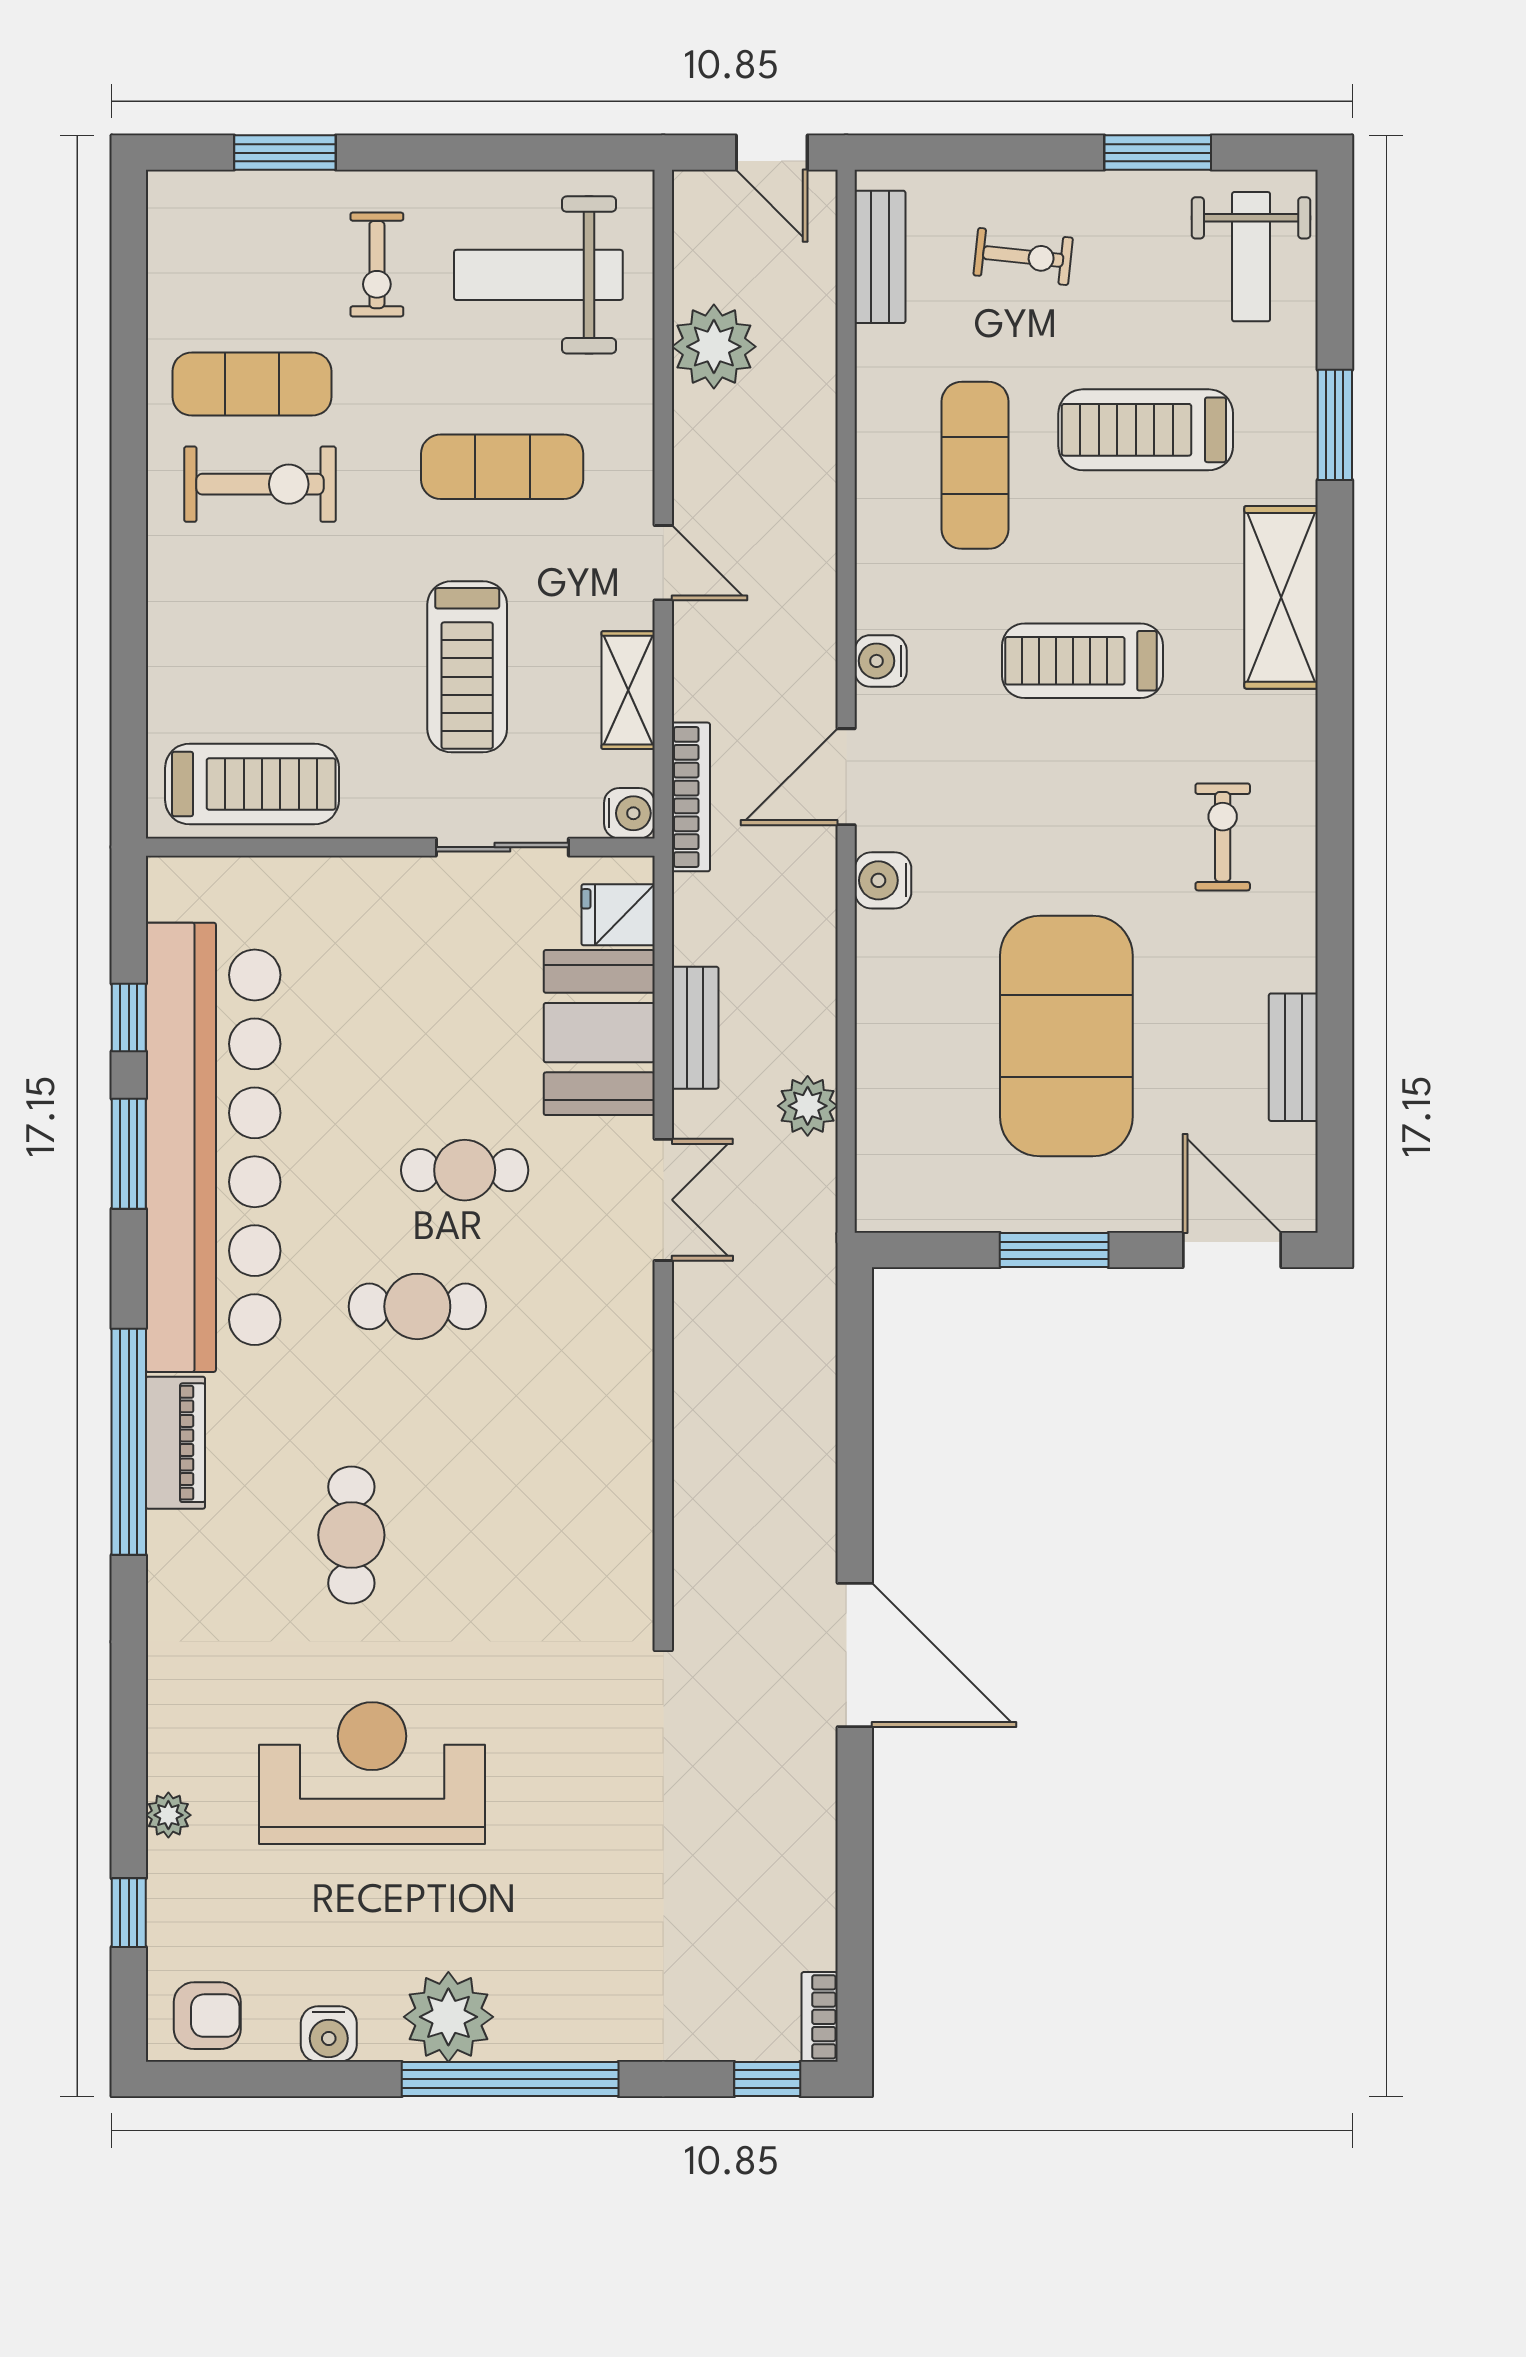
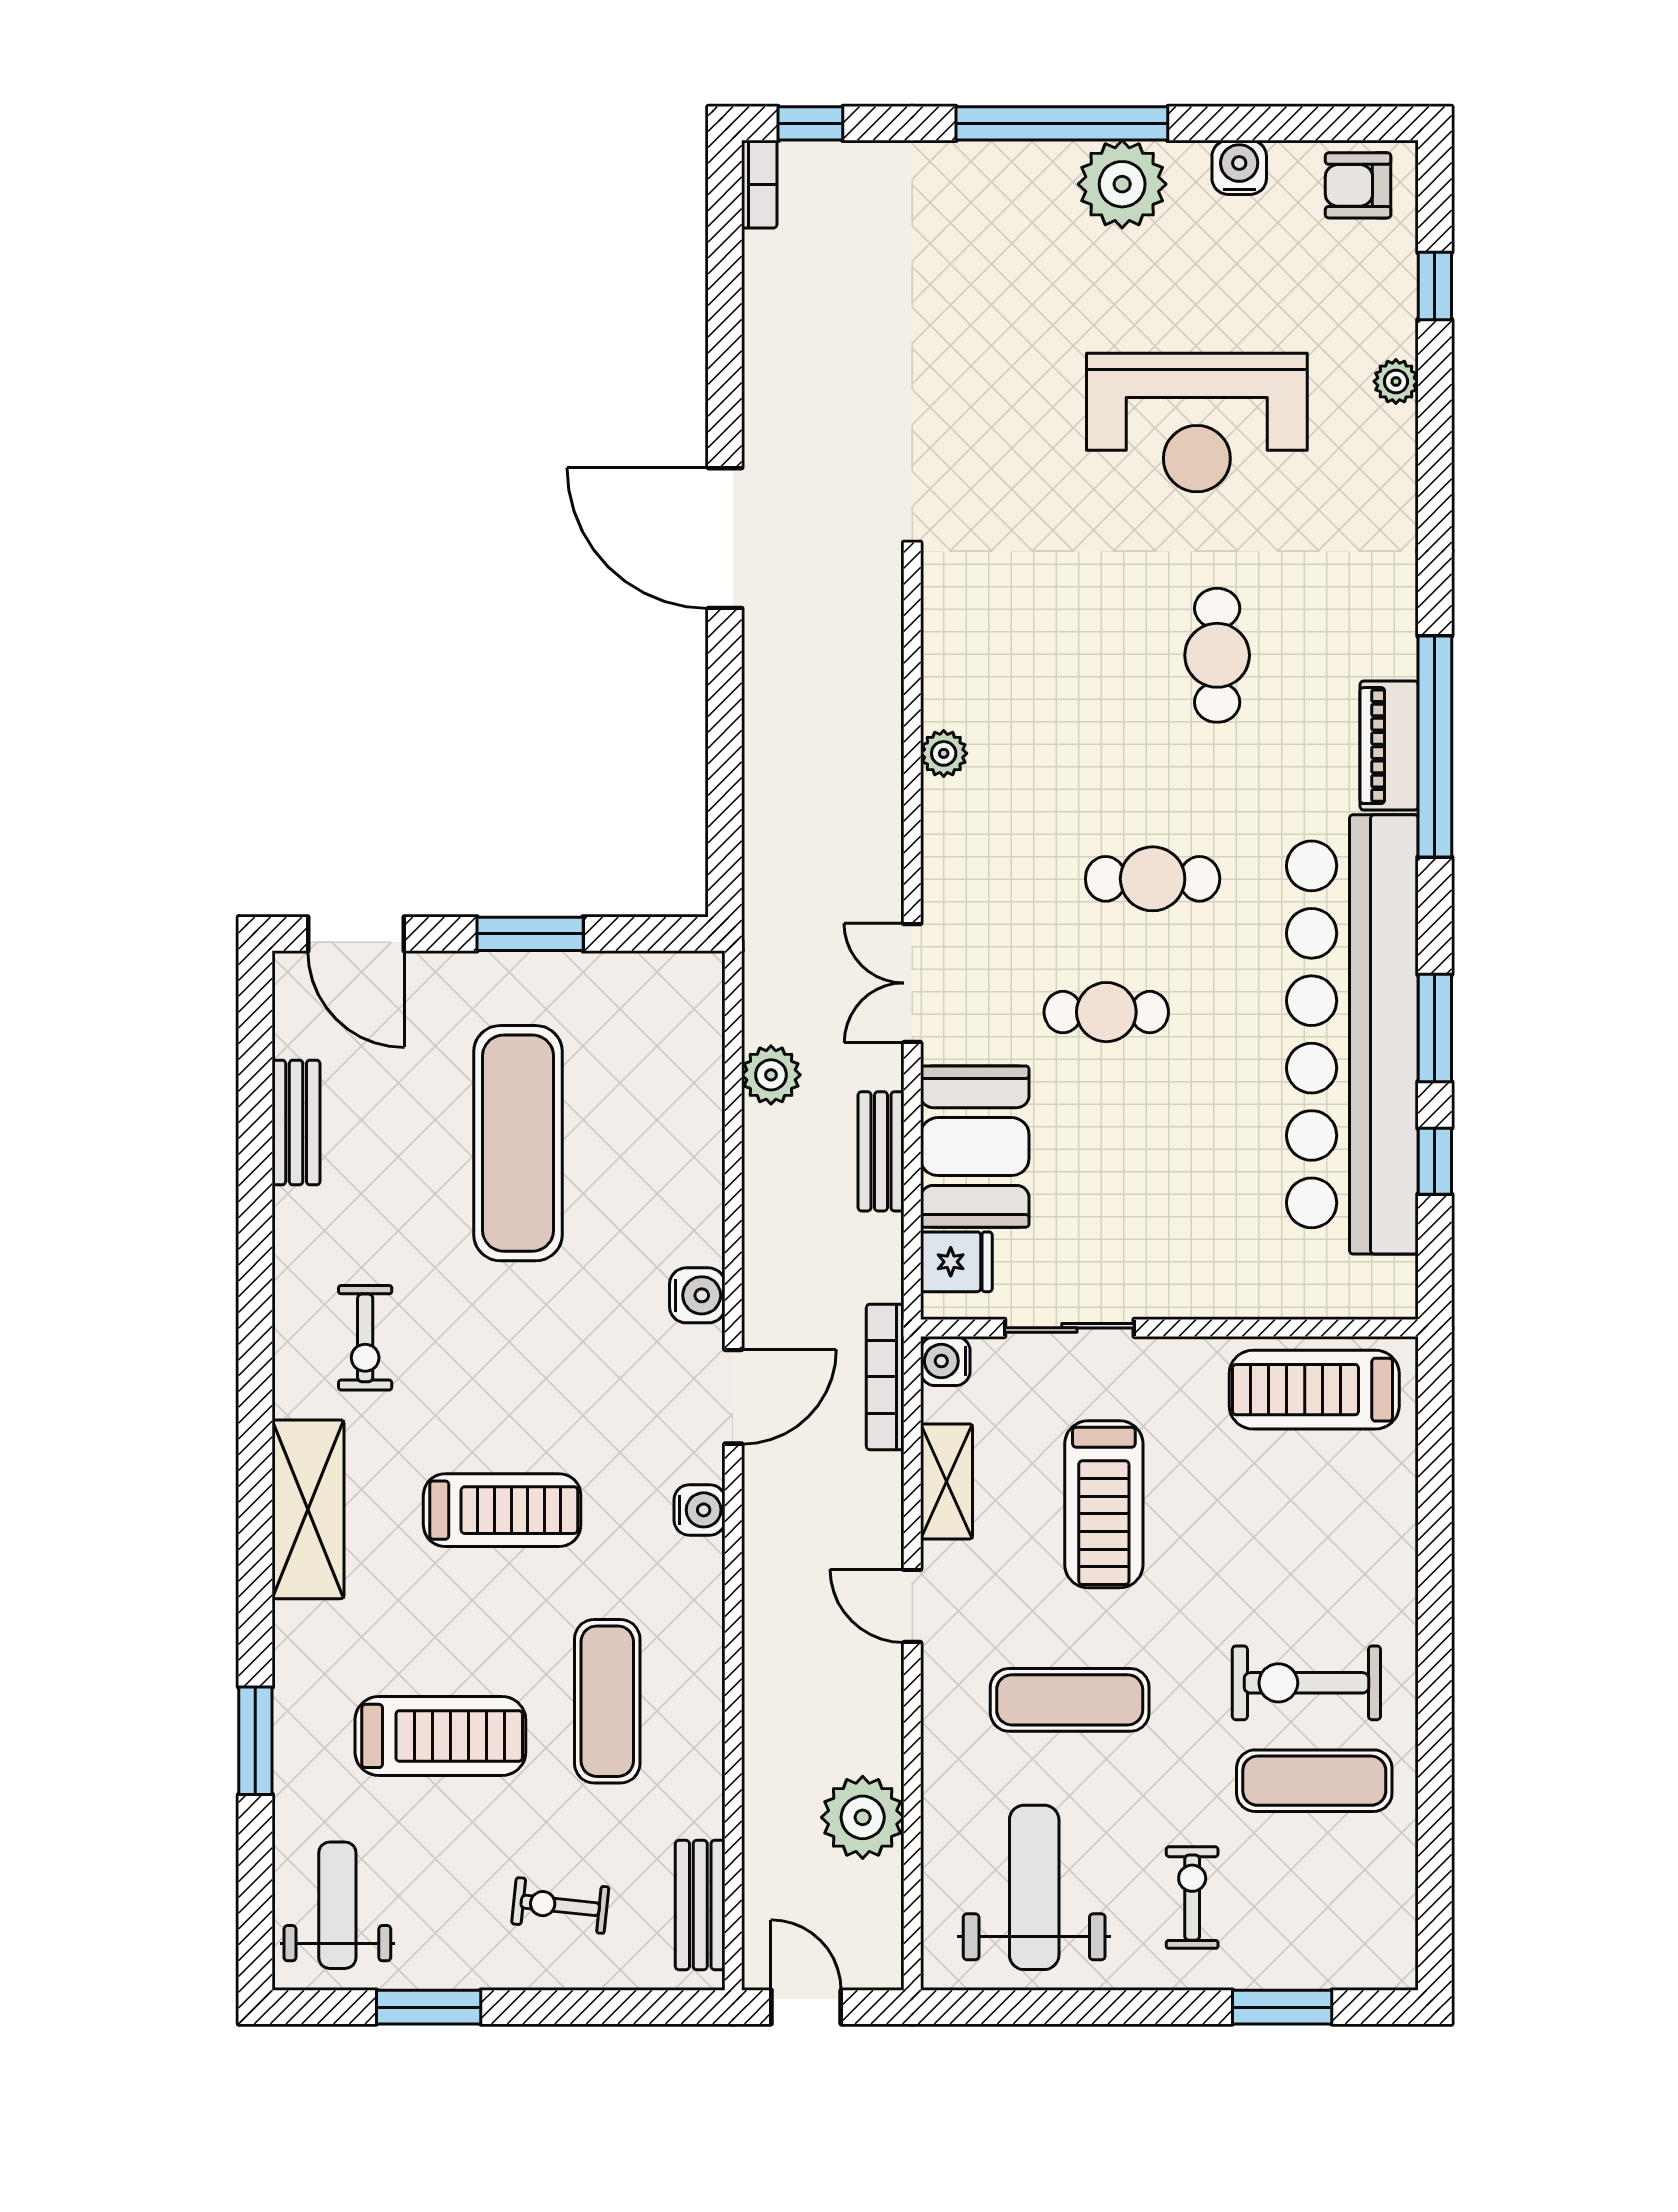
weight bench: (538, 275) -> (1034, 1887), turned -90
shelving: (1281, 597) -> (308, 1509), moved
treadmill: (467, 667) -> (1104, 1504), turned 180
exercise mat: (1066, 1036) -> (518, 1143), width x0.68
plant: (631, 1435) -> (944, 753), added

